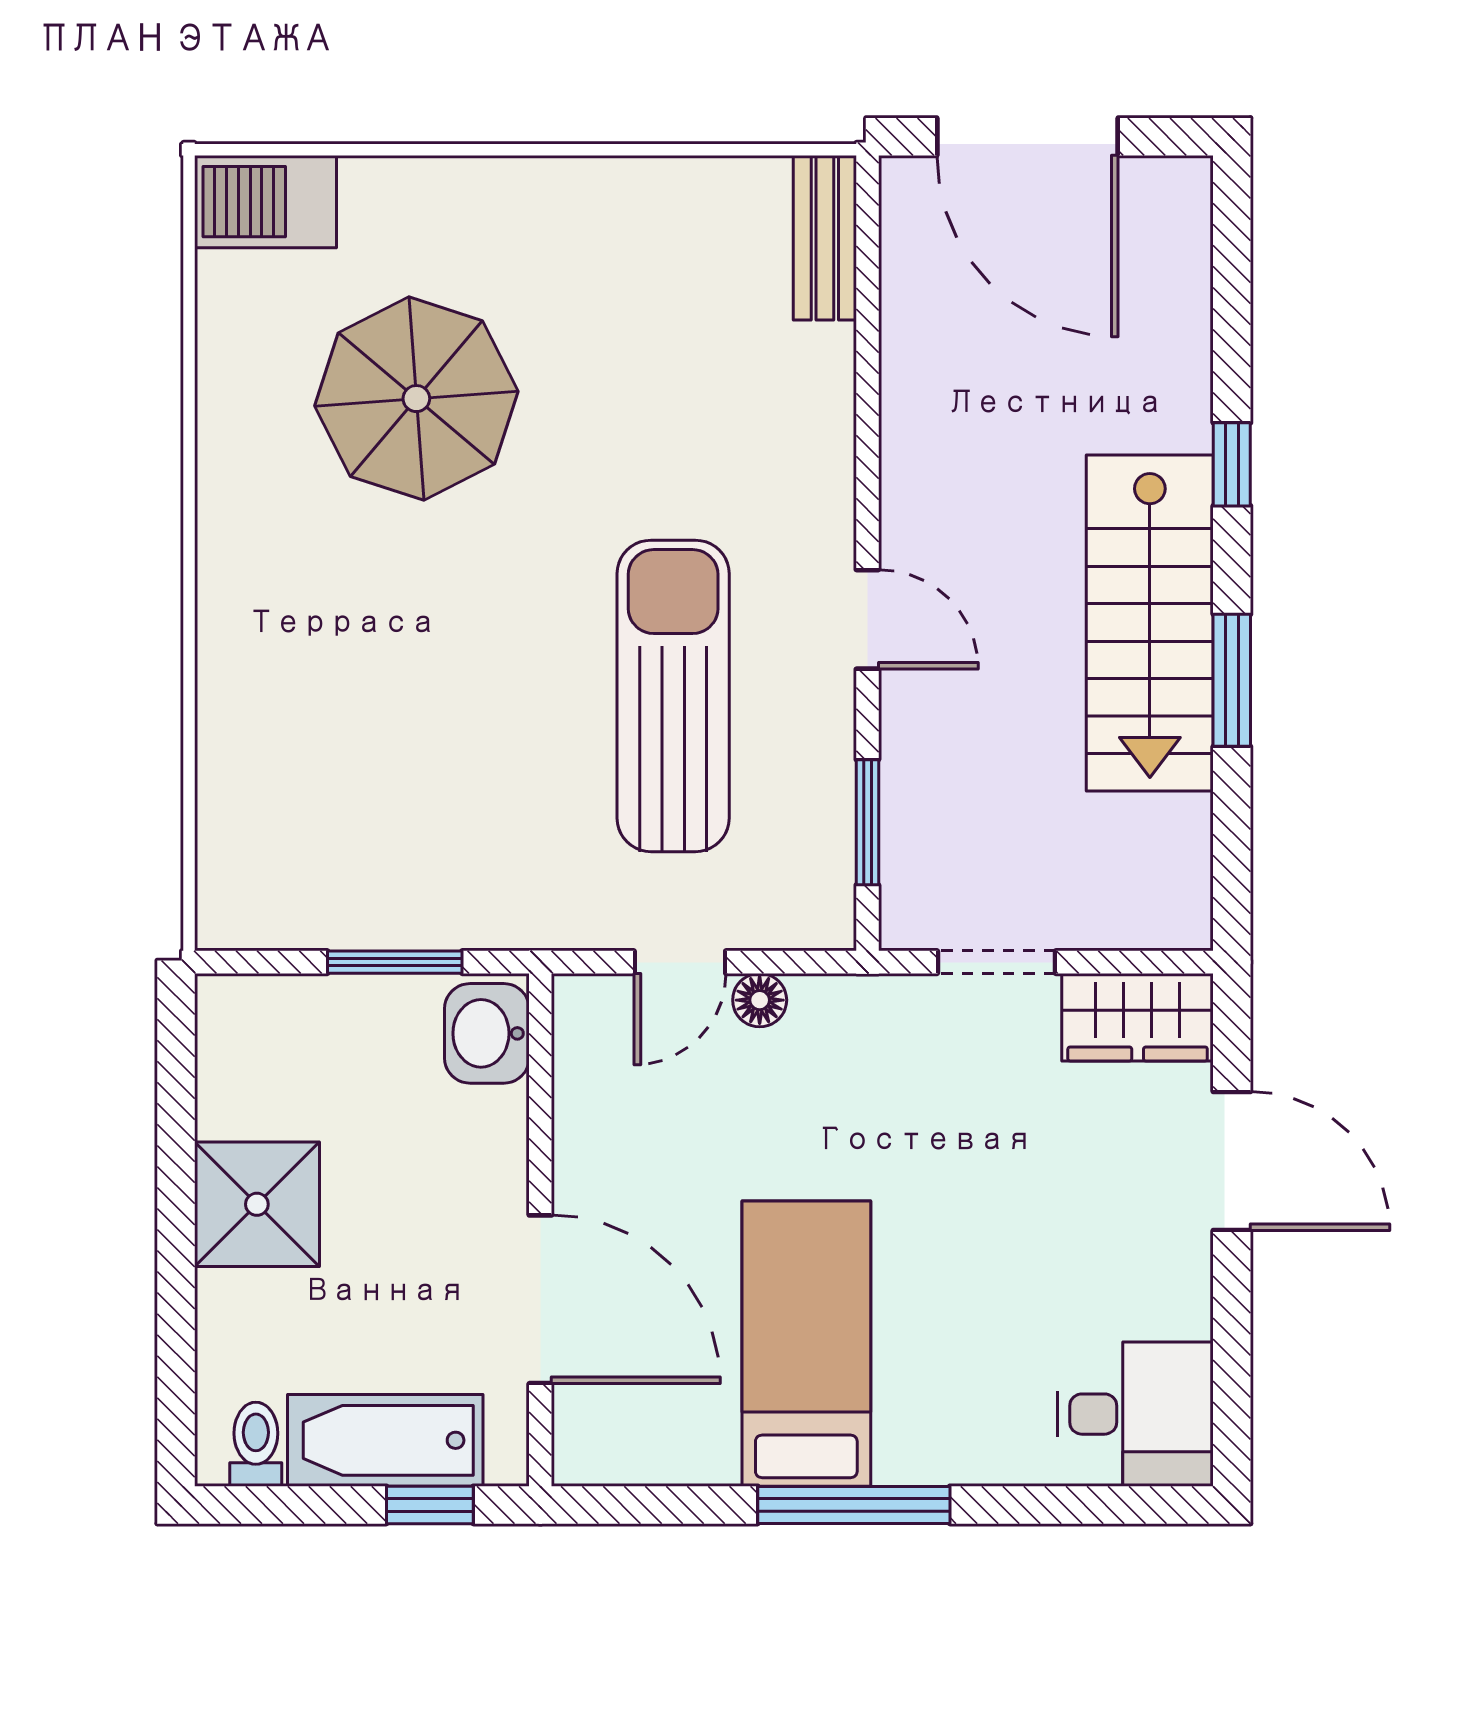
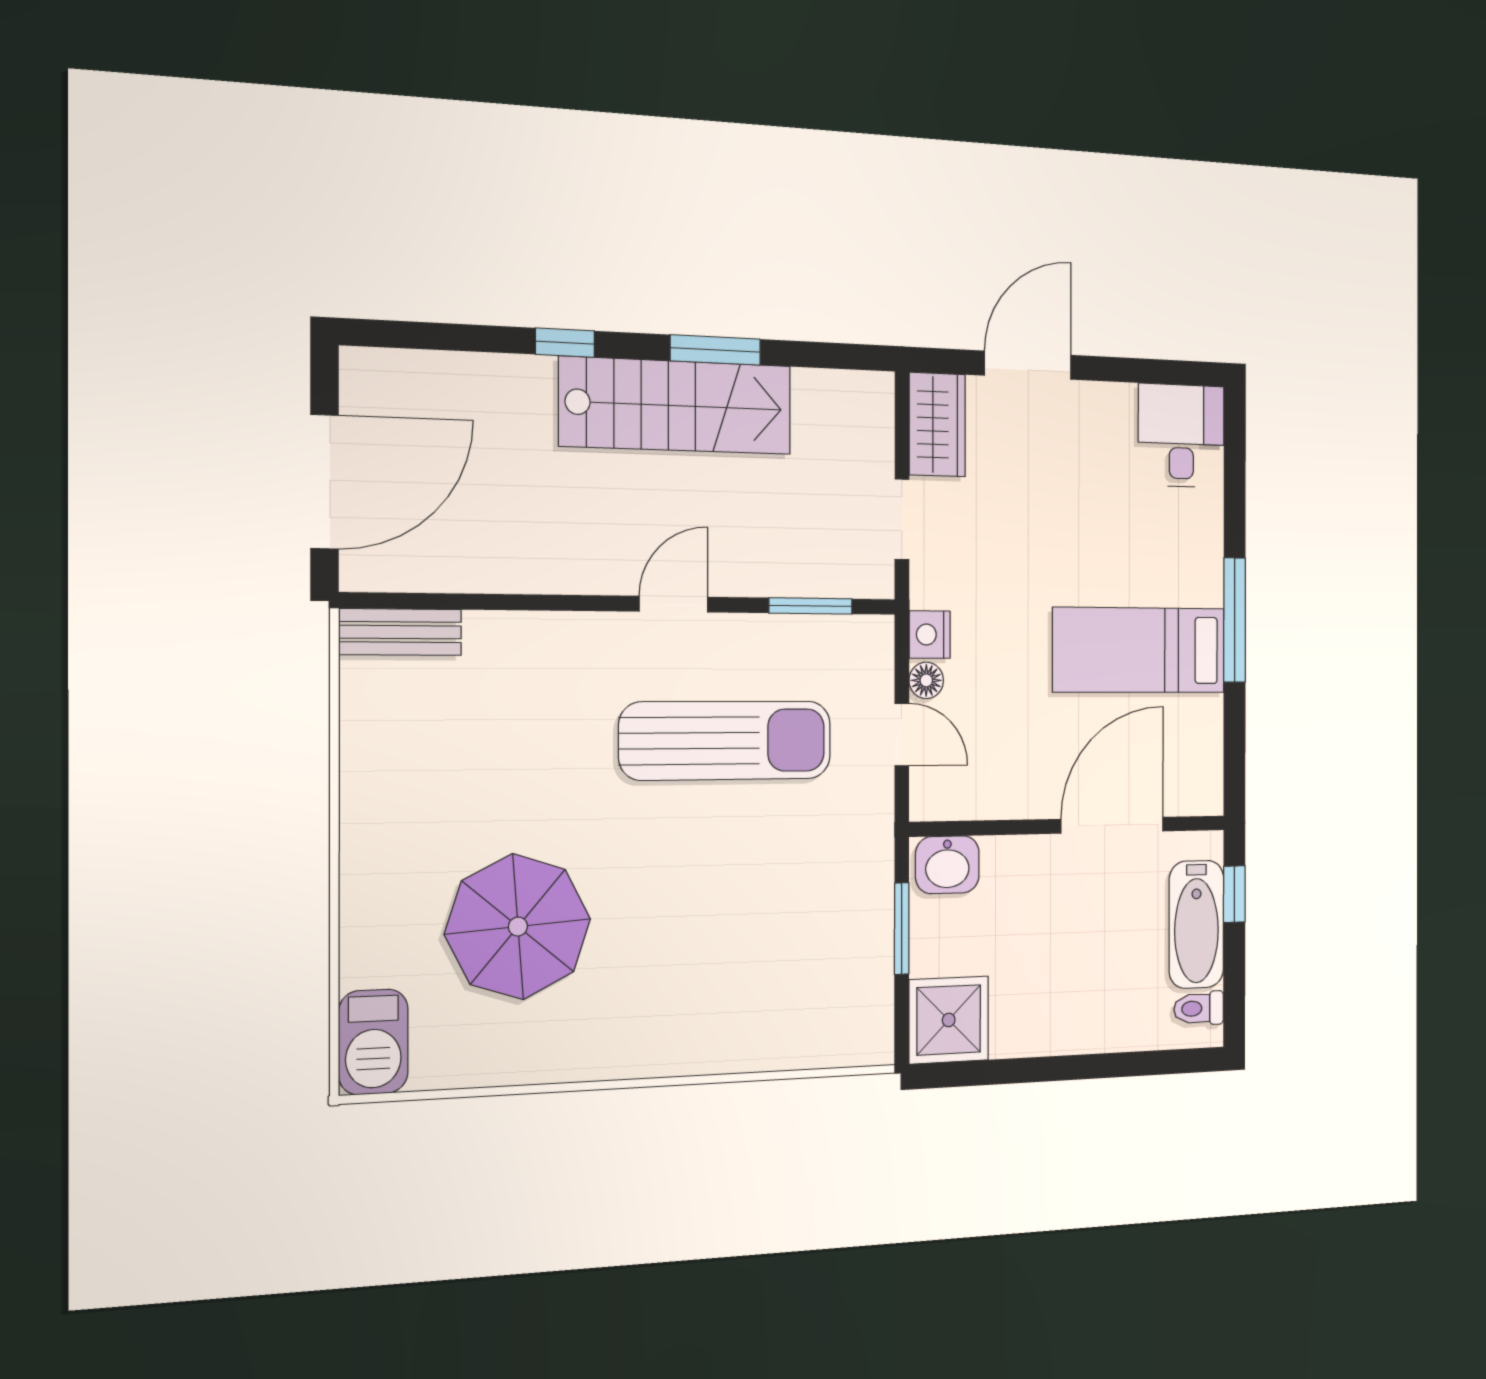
sun lounger: (673, 696) -> (726, 741), turned 180
nightstand: (827, 1005) -> (930, 635), added
shower: (257, 1204) -> (949, 1020), moved

